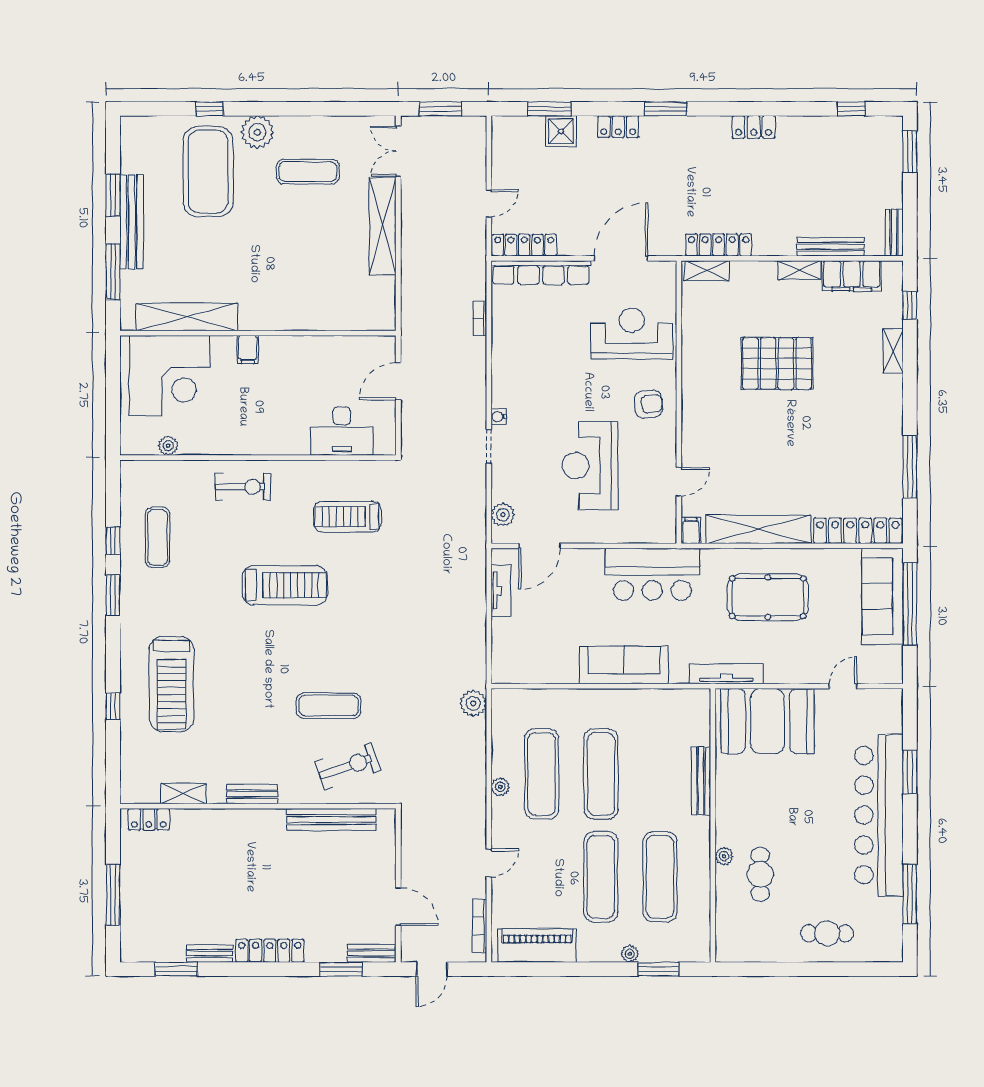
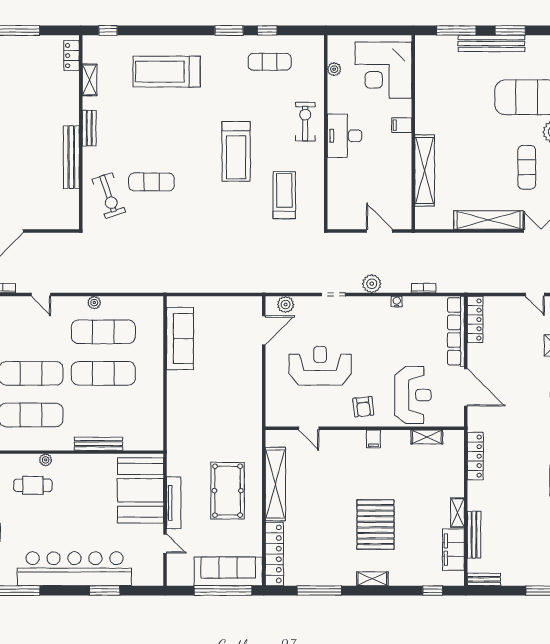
door: (489, 203) -> (535, 295), moved
shelving: (707, 271) -> (427, 437), moved, turned 90
shelving: (187, 317) -> (425, 170), moved
shelving: (893, 351) -> (372, 579), moved
pallet: (777, 363) -> (376, 525), moved
water cooler: (499, 416) -> (397, 302), moved
desk: (342, 431) -> (344, 136), moved
exercise bike: (243, 487) -> (305, 122), turned 180
filing cabinet: (691, 531) -> (373, 439), moved, turned 90
door: (540, 546) -> (264, 330), swing flipped
bar counter: (652, 574) -> (244, 410), removed
tv unit: (501, 591) -> (232, 303), removed
sofa: (624, 665) -> (180, 338), moved
tv unit: (726, 674) -> (174, 503), moved
plant: (473, 703) -> (372, 284), moved
window: (113, 706) -> (108, 30), moved
exercise mat: (329, 706) -> (151, 182), turned 90
bench: (331, 820) -> (71, 157), moved

